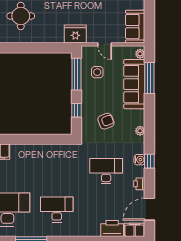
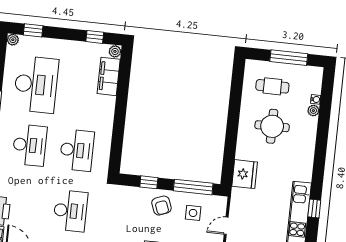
fridge: (75, 34) -> (245, 174), moved
armchair: (106, 121) -> (161, 206), moved
desk: (57, 171) -> (77, 150), added

